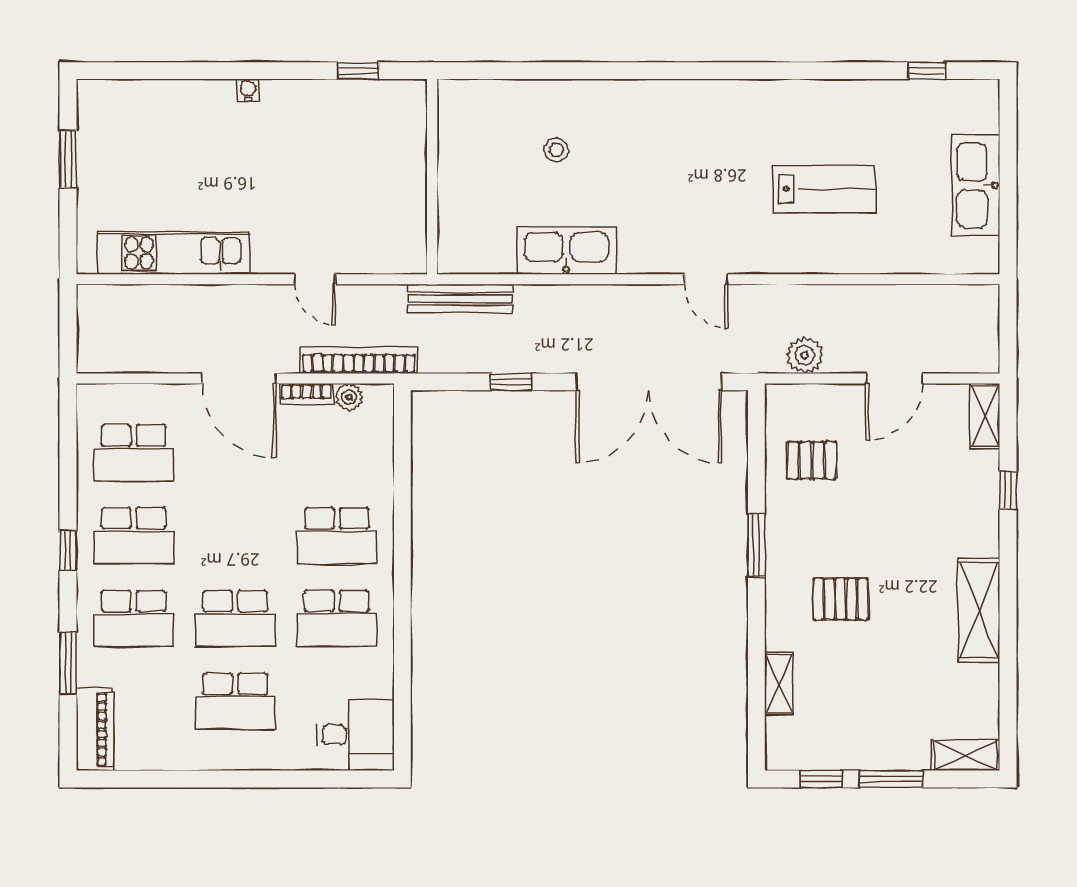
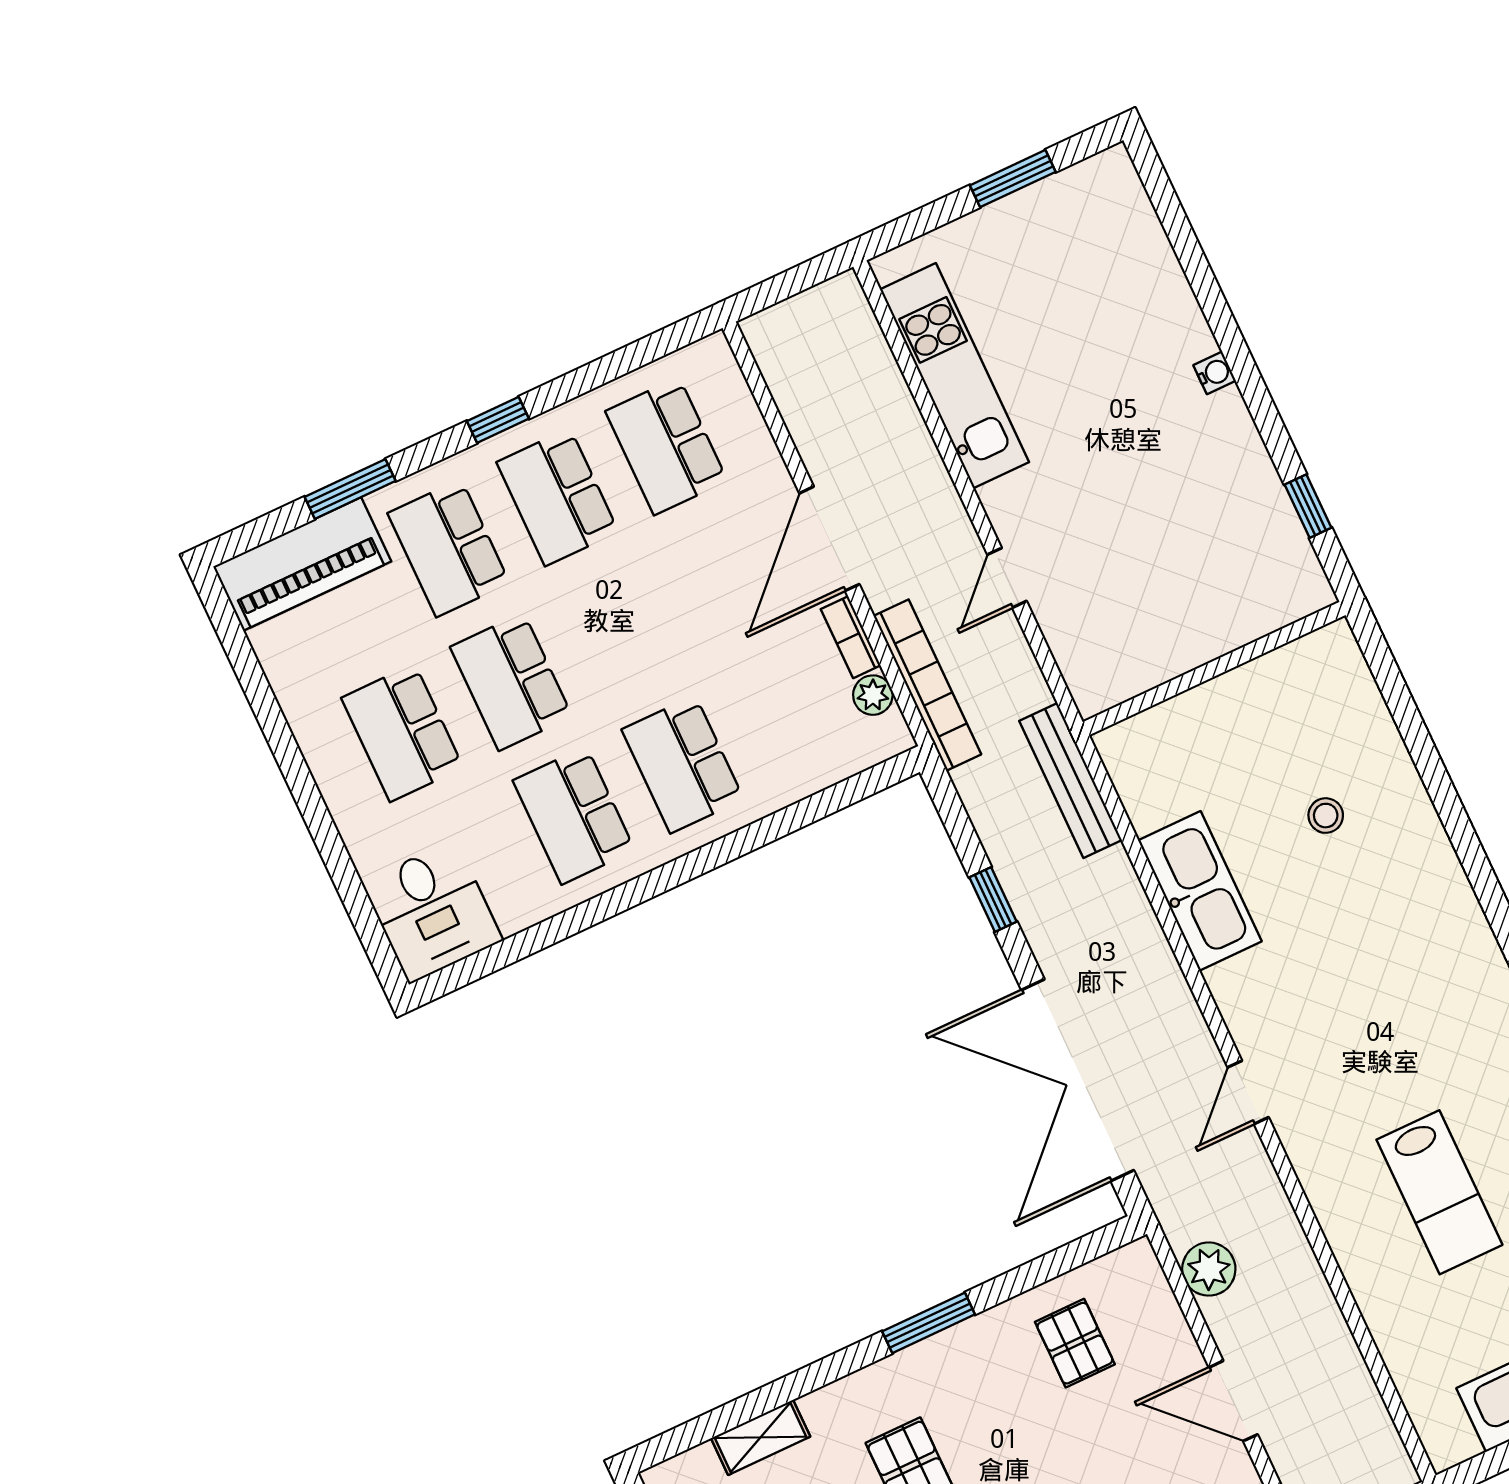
piano: (95, 729) -> (302, 564), width x1.37, depth x1.33

